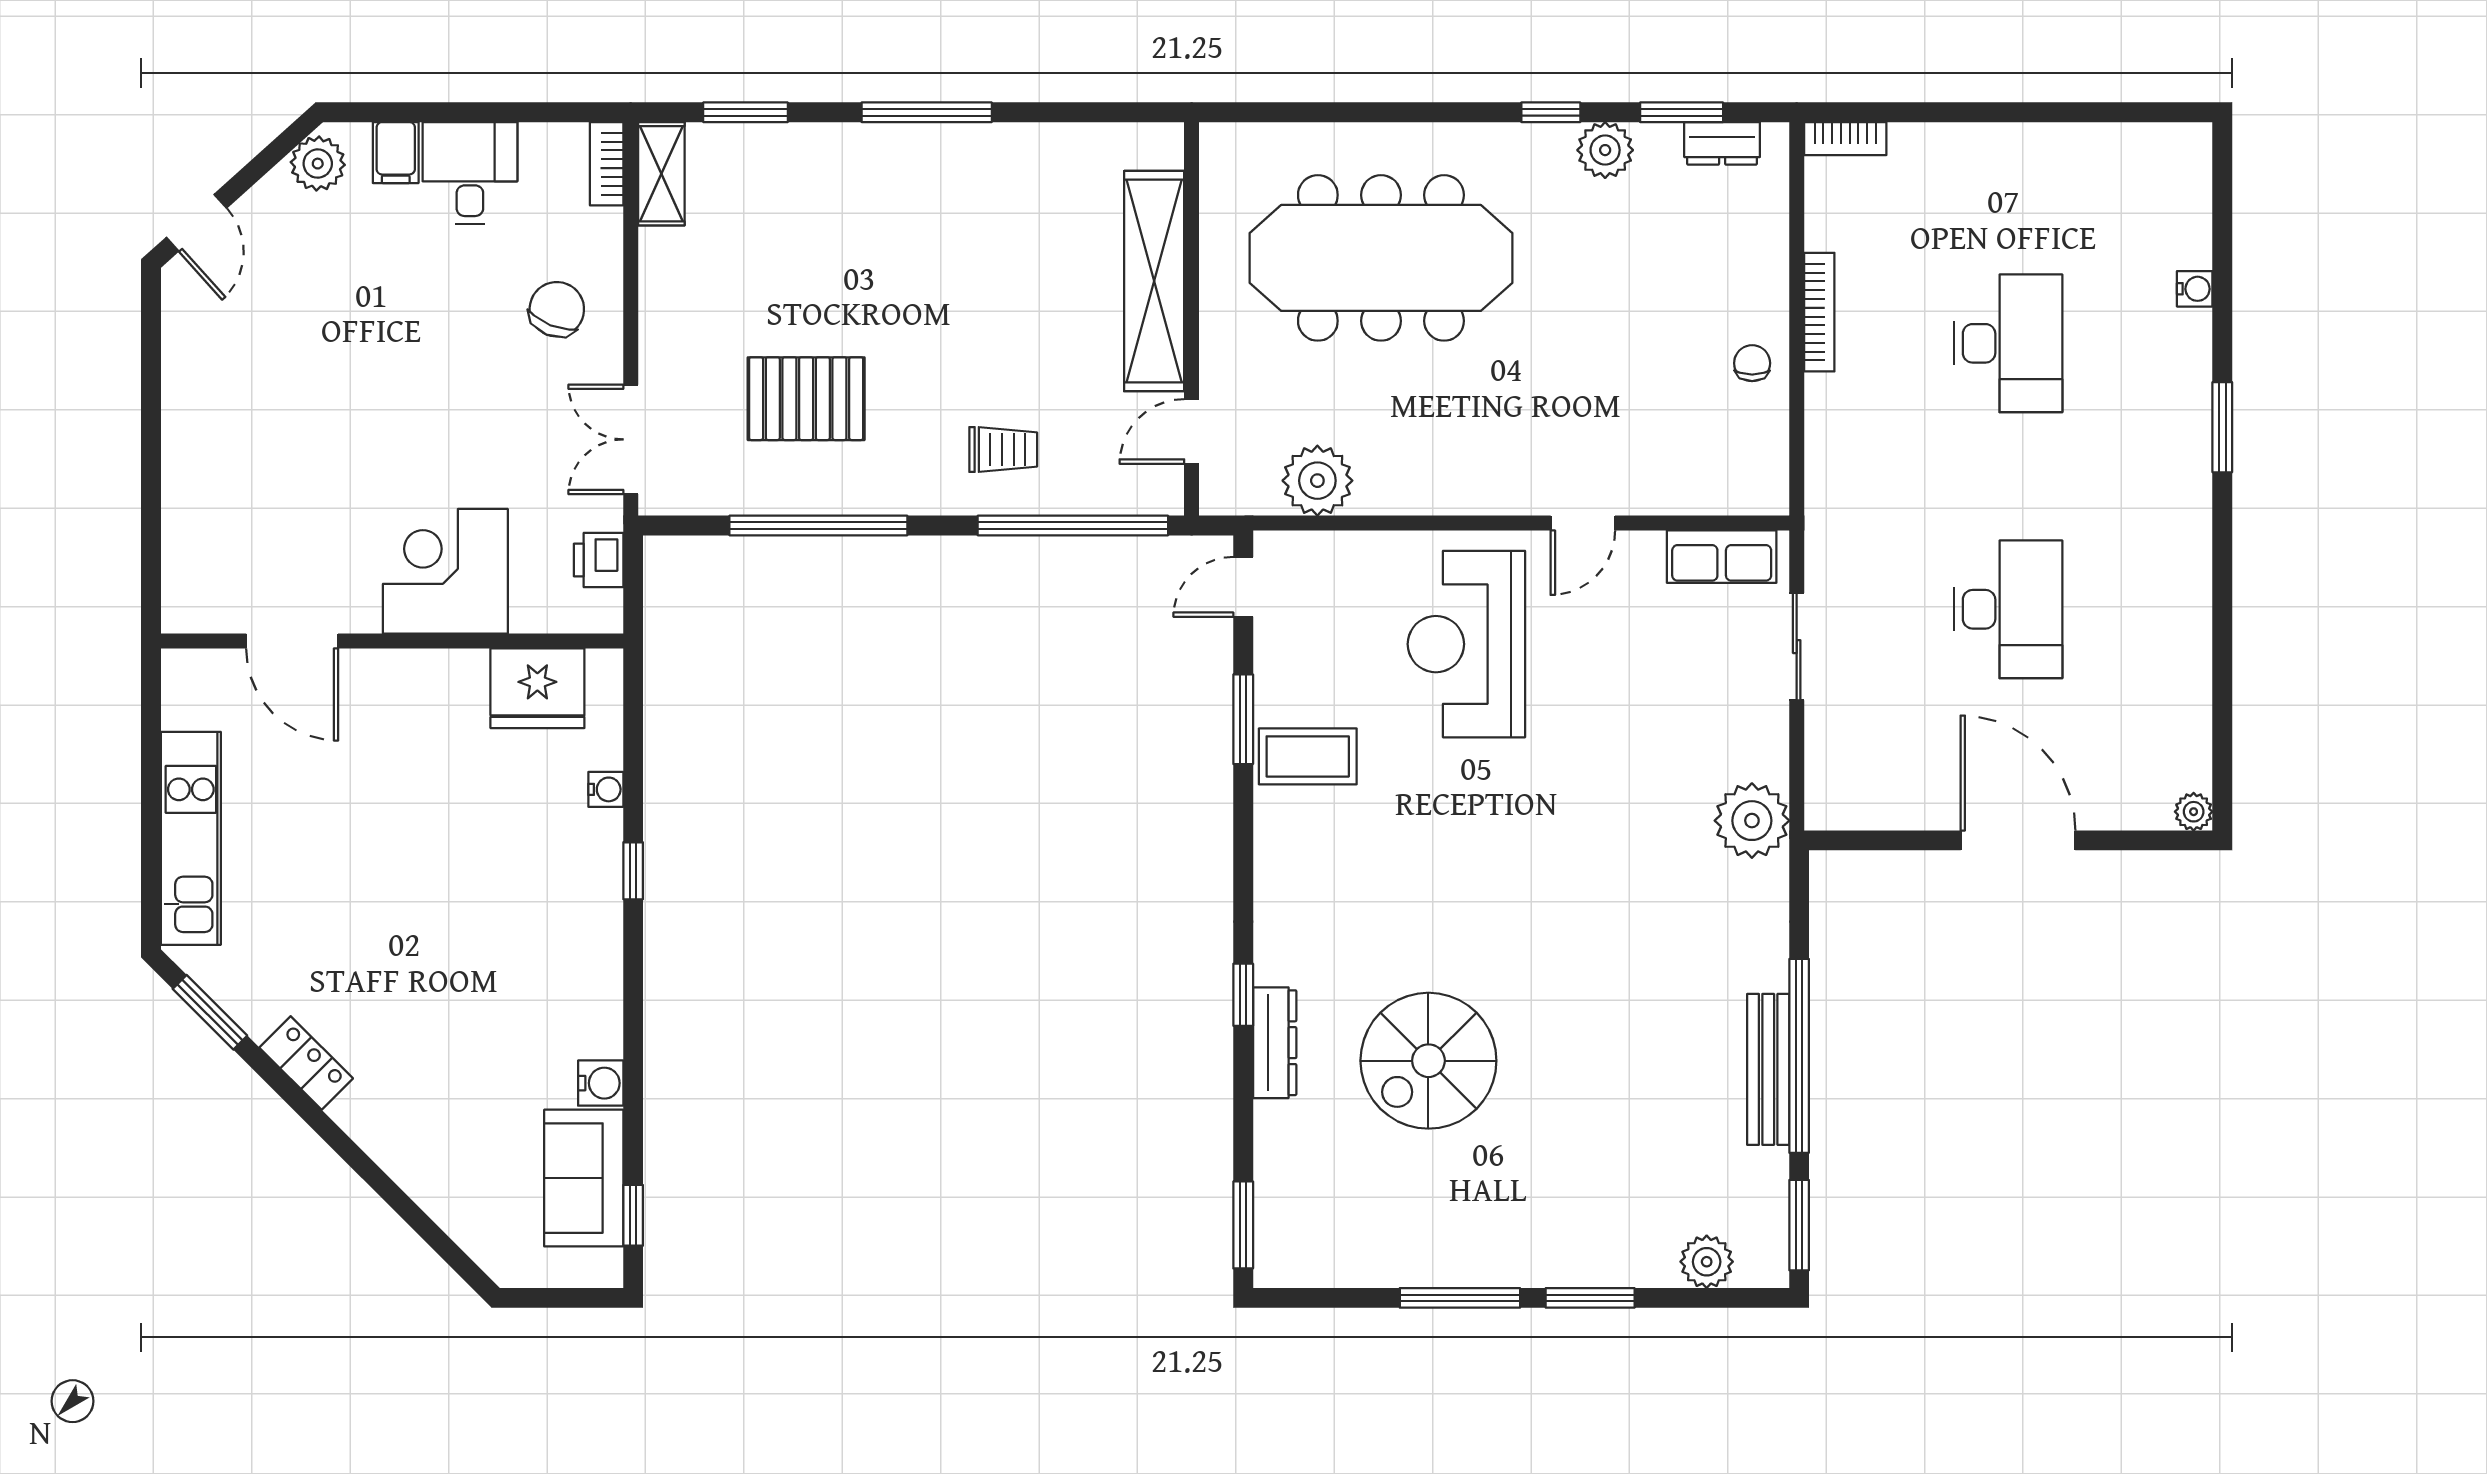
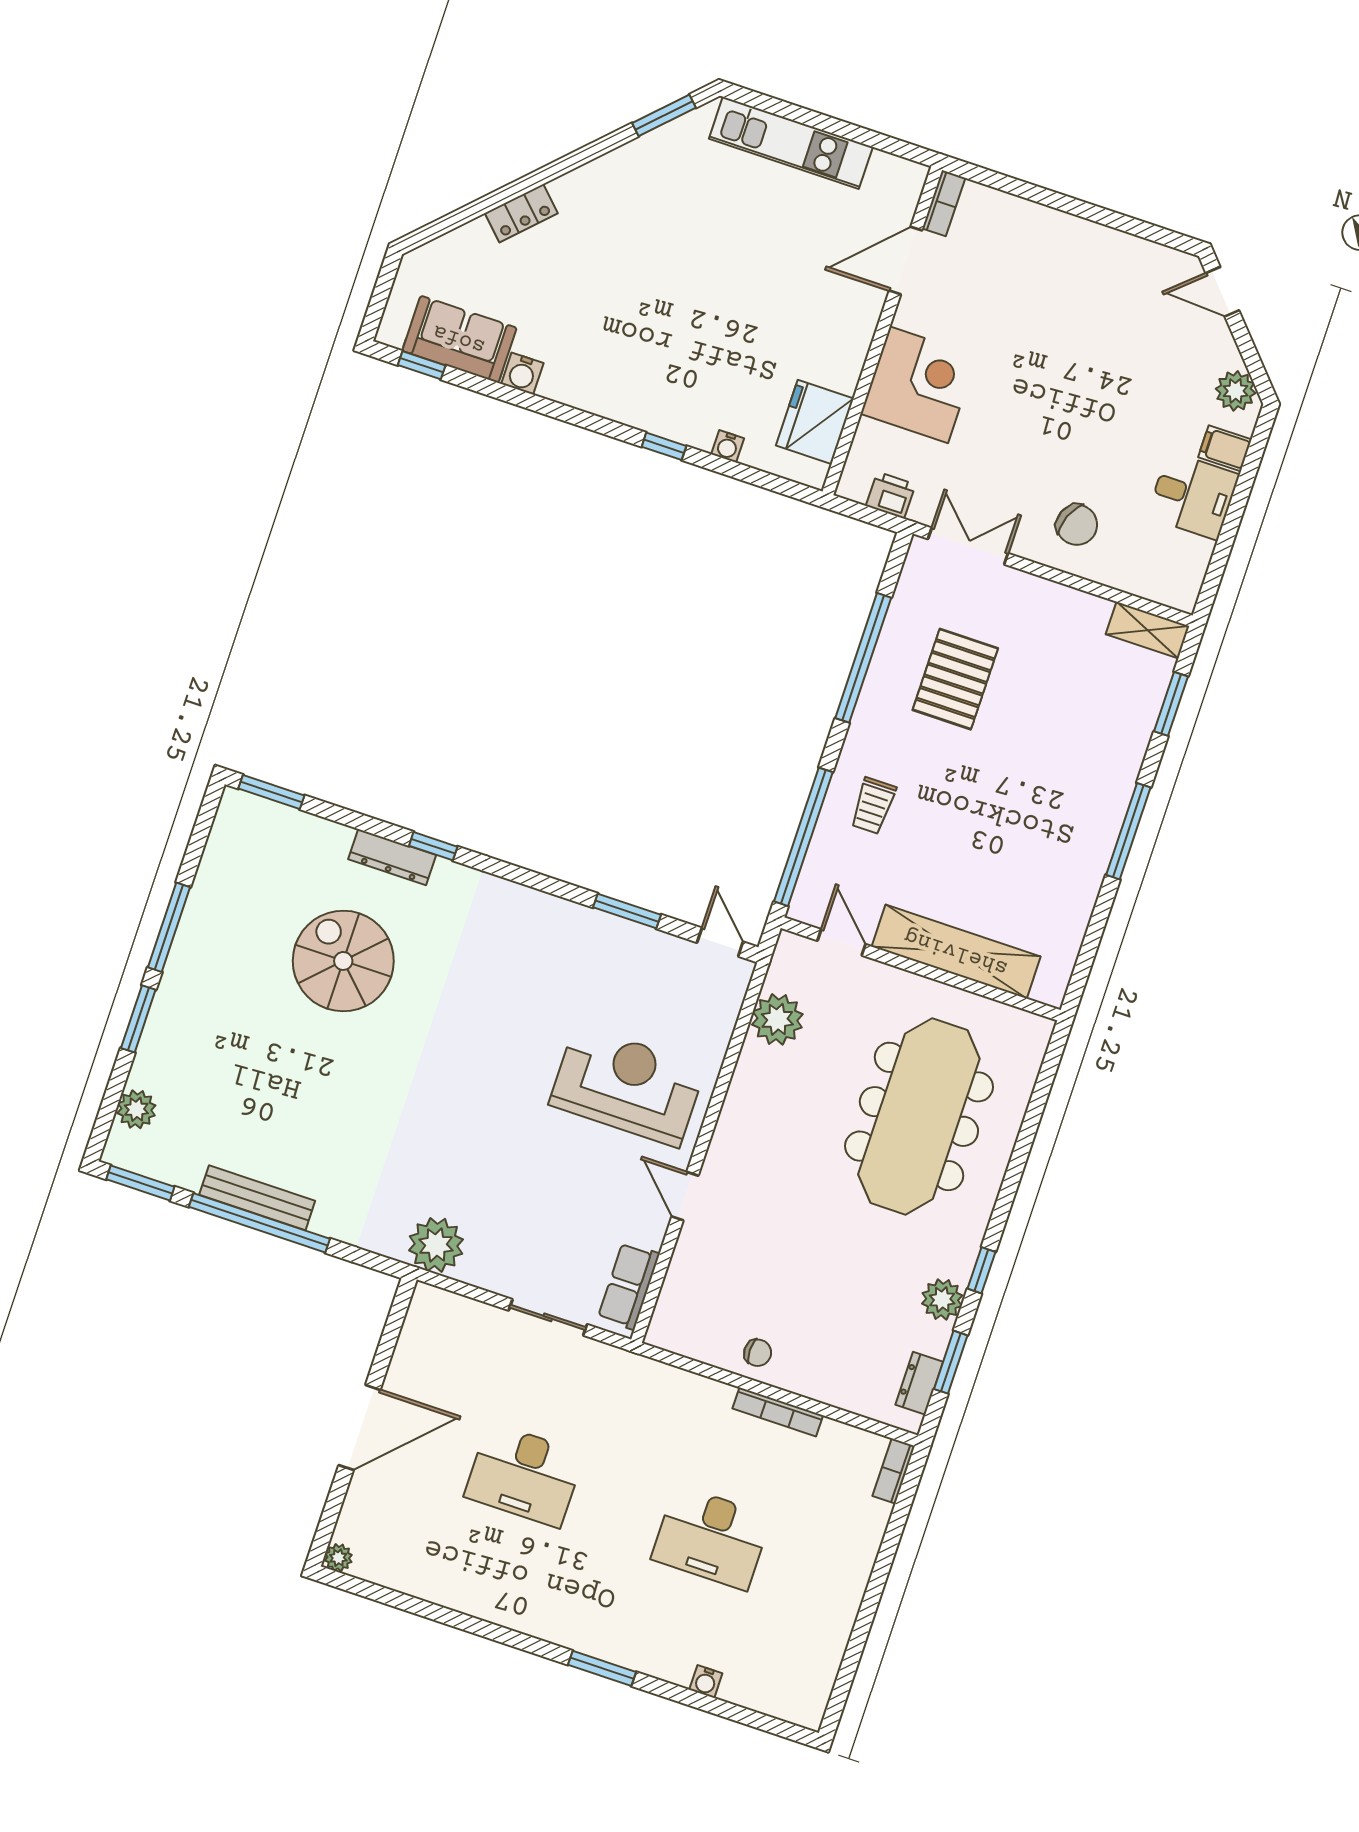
bookcase: (607, 164) -> (944, 203), moved, turned 90
coffee table: (1308, 756) -> (586, 948), removed
locker: (306, 1063) -> (521, 213), moved

